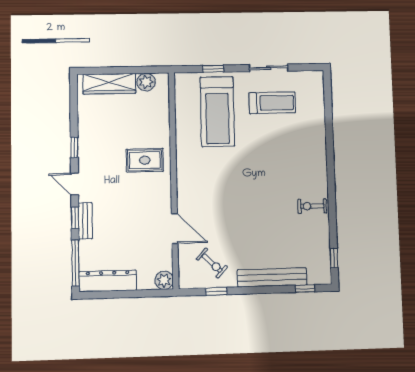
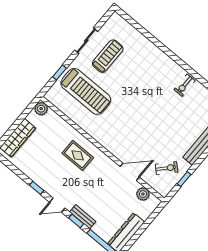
plant: (146, 82) -> (41, 109), moved
rug: (145, 160) -> (78, 155), turned 90
plant: (164, 280) -> (143, 194), moved

